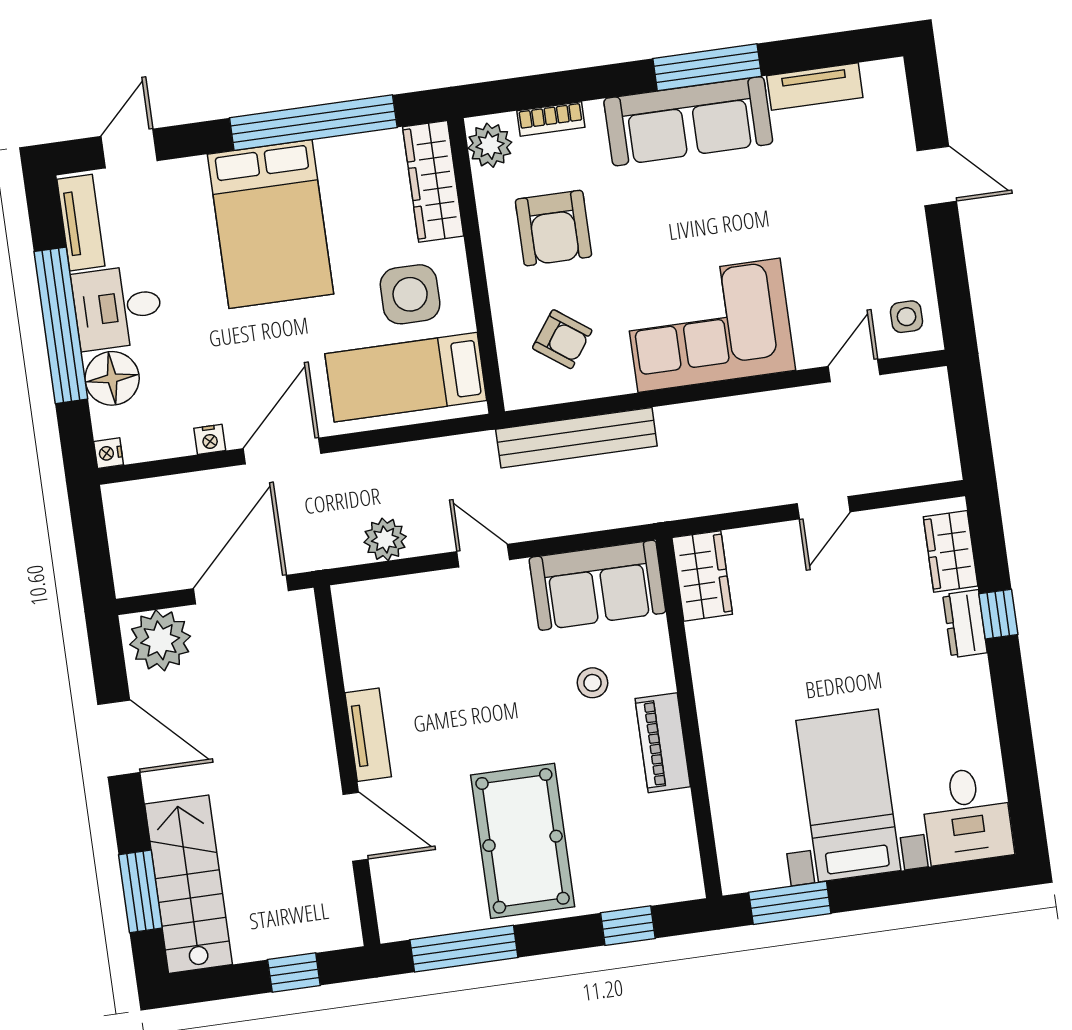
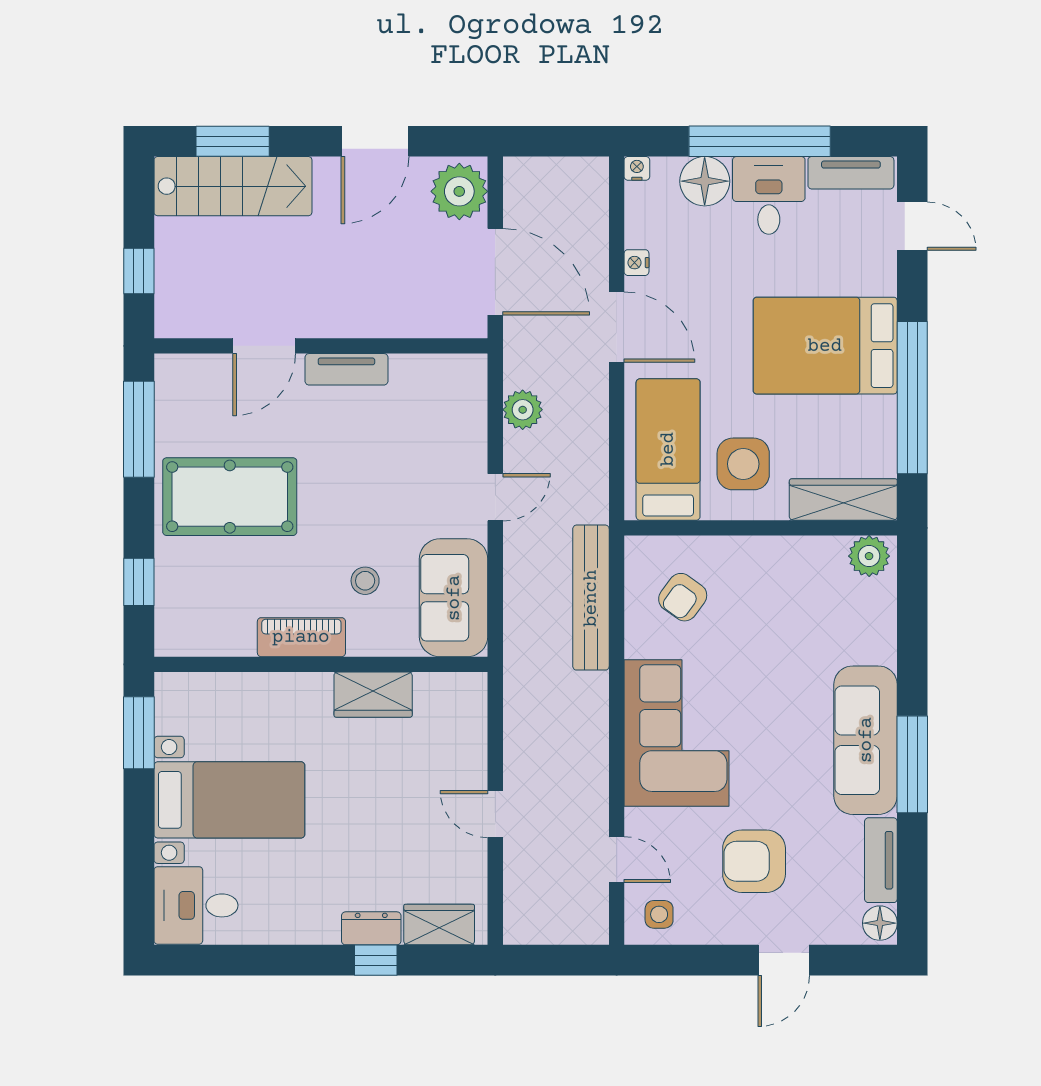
floor lamp: (883, 78) -> (880, 923), added
bookcase: (551, 119) -> (885, 615), removed
armchair: (553, 228) -> (754, 861), moved
wardrobe: (702, 576) -> (373, 695), moved

